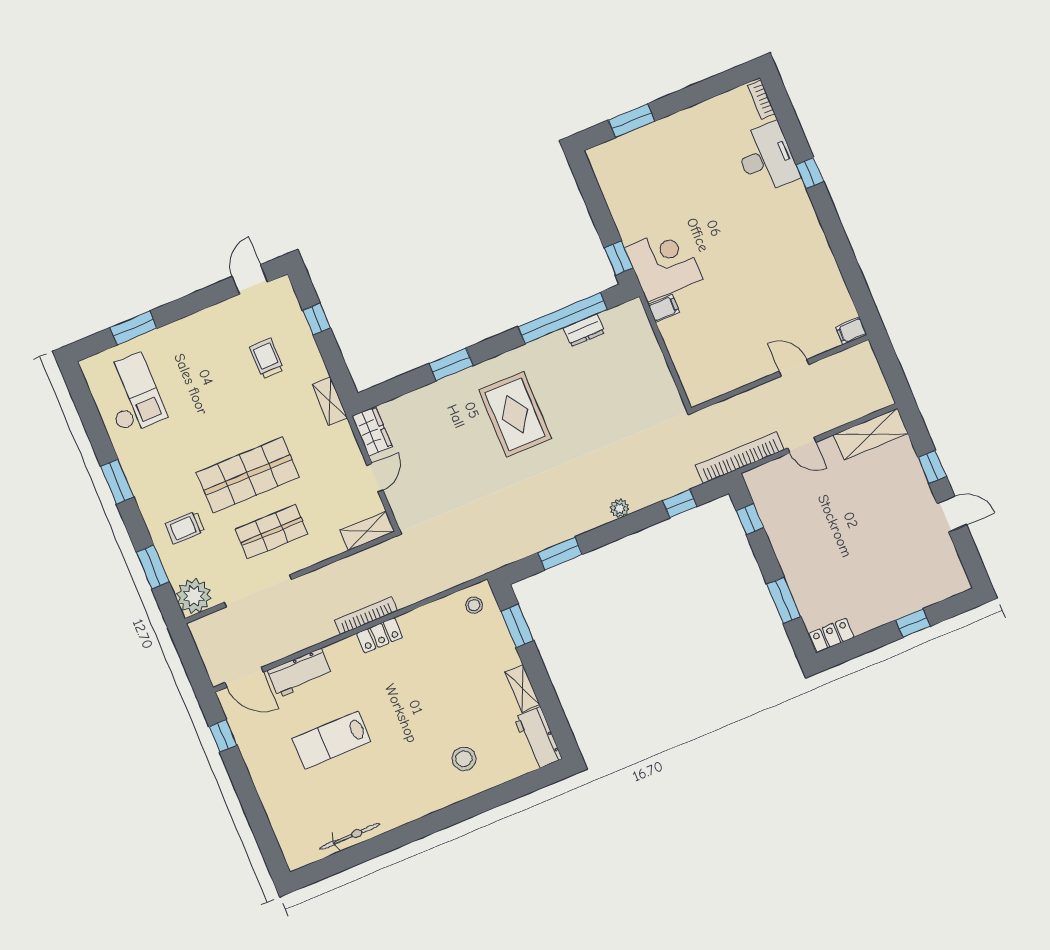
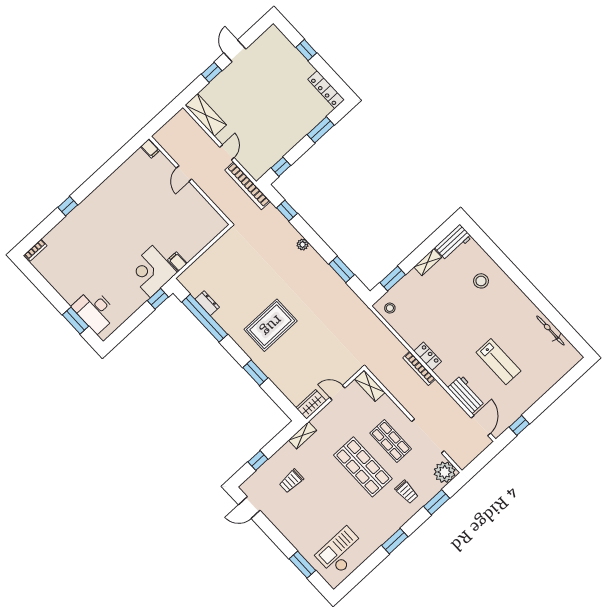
desk: (767, 158) -> (95, 310), moved, turned -90
locker: (831, 635) -> (326, 90), width x1.53

